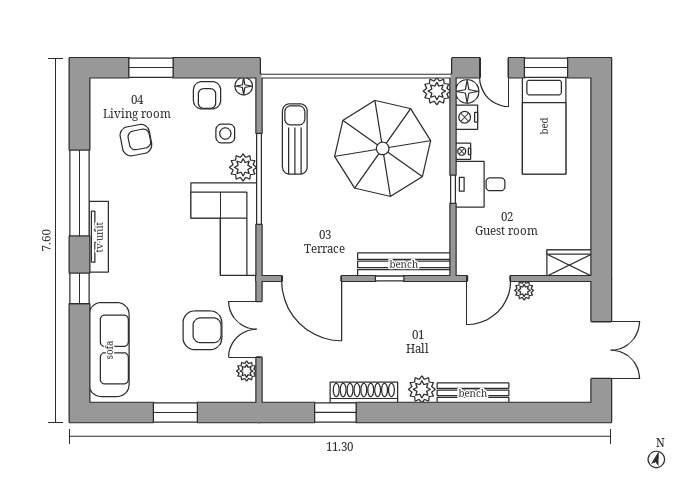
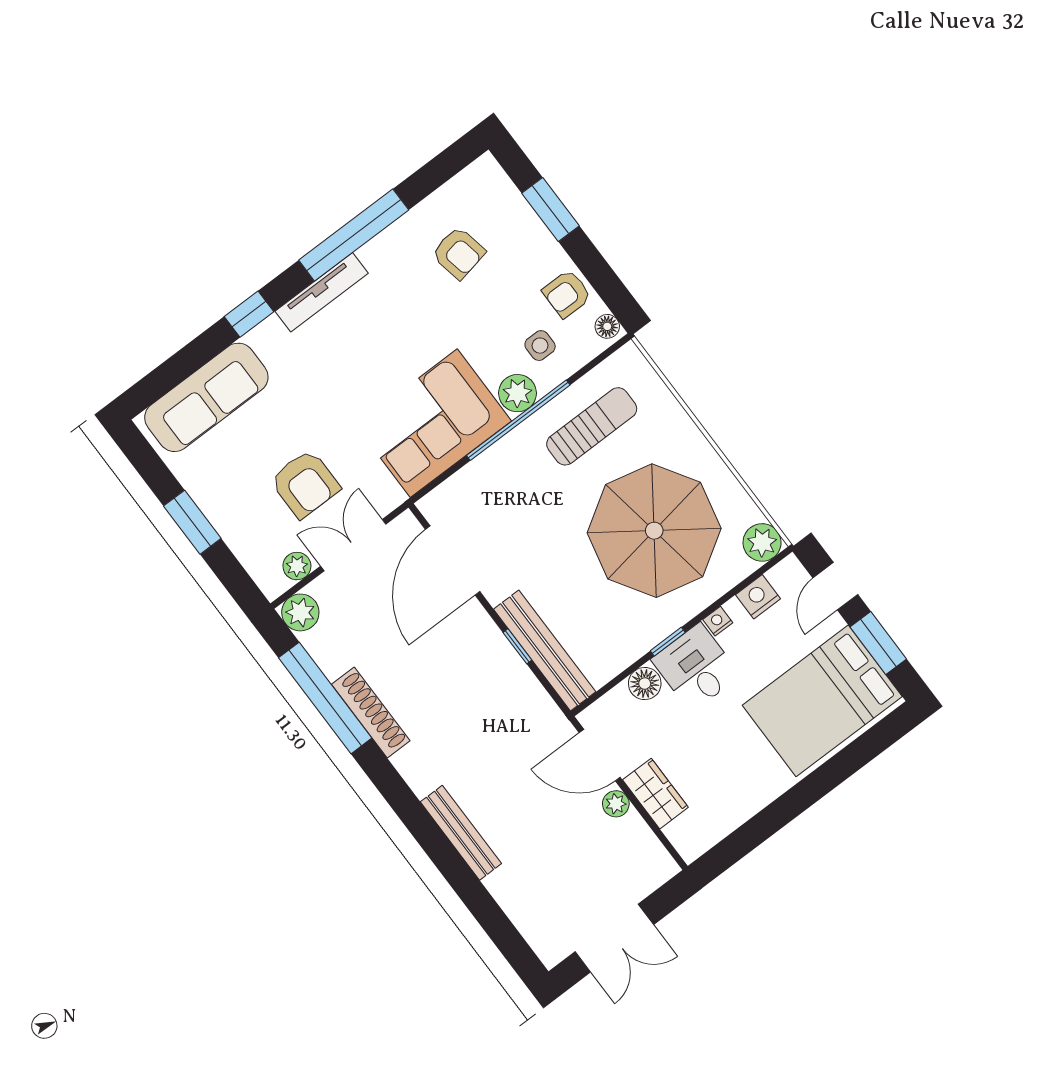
floor lamp: (467, 91) -> (645, 684), moved
bed: (544, 126) -> (822, 701), width x1.50
wardrobe: (569, 263) -> (655, 794), moved
plant: (422, 389) -> (300, 612), moved
window: (335, 412) -> (325, 698), width x2.11

